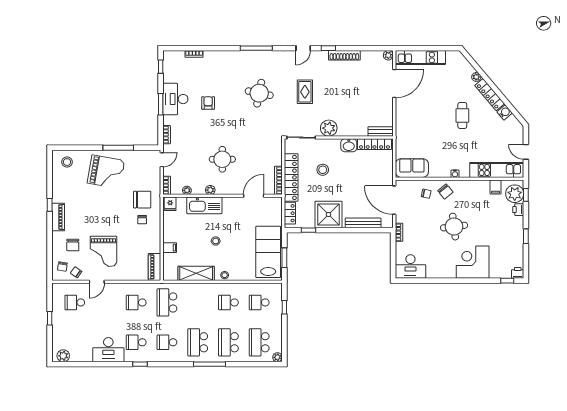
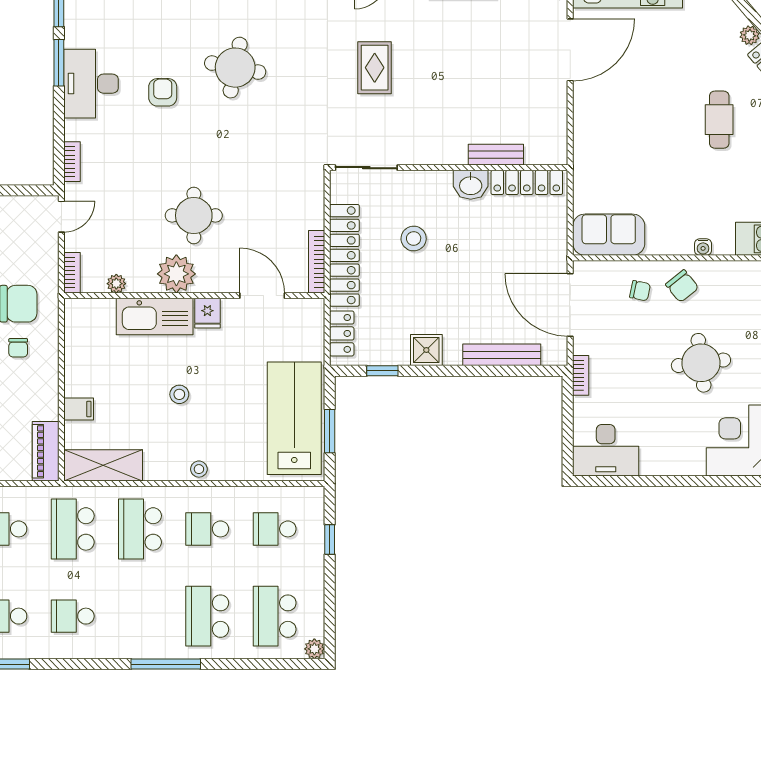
round table: (259, 93) -> (235, 68), moved
window: (161, 104) -> (59, 63), moved
plant: (329, 128) -> (427, 147), removed
bench: (381, 132) -> (496, 155), moved
plant: (210, 190) -> (176, 274), width x1.88, depth x1.88
door: (254, 196) -> (262, 296), hinge flipped
fridge: (170, 204) -> (207, 313), moved
shower: (329, 215) -> (426, 350), width x0.54, depth x0.54
shelving: (196, 273) -> (103, 465), moved
school desk: (198, 342) -> (140, 529), moved

